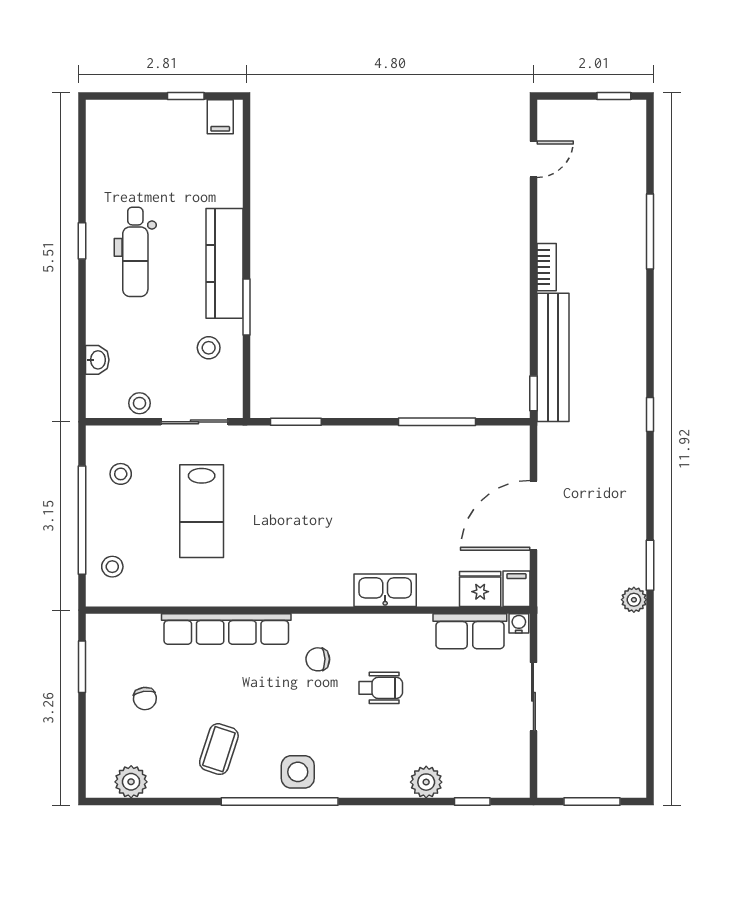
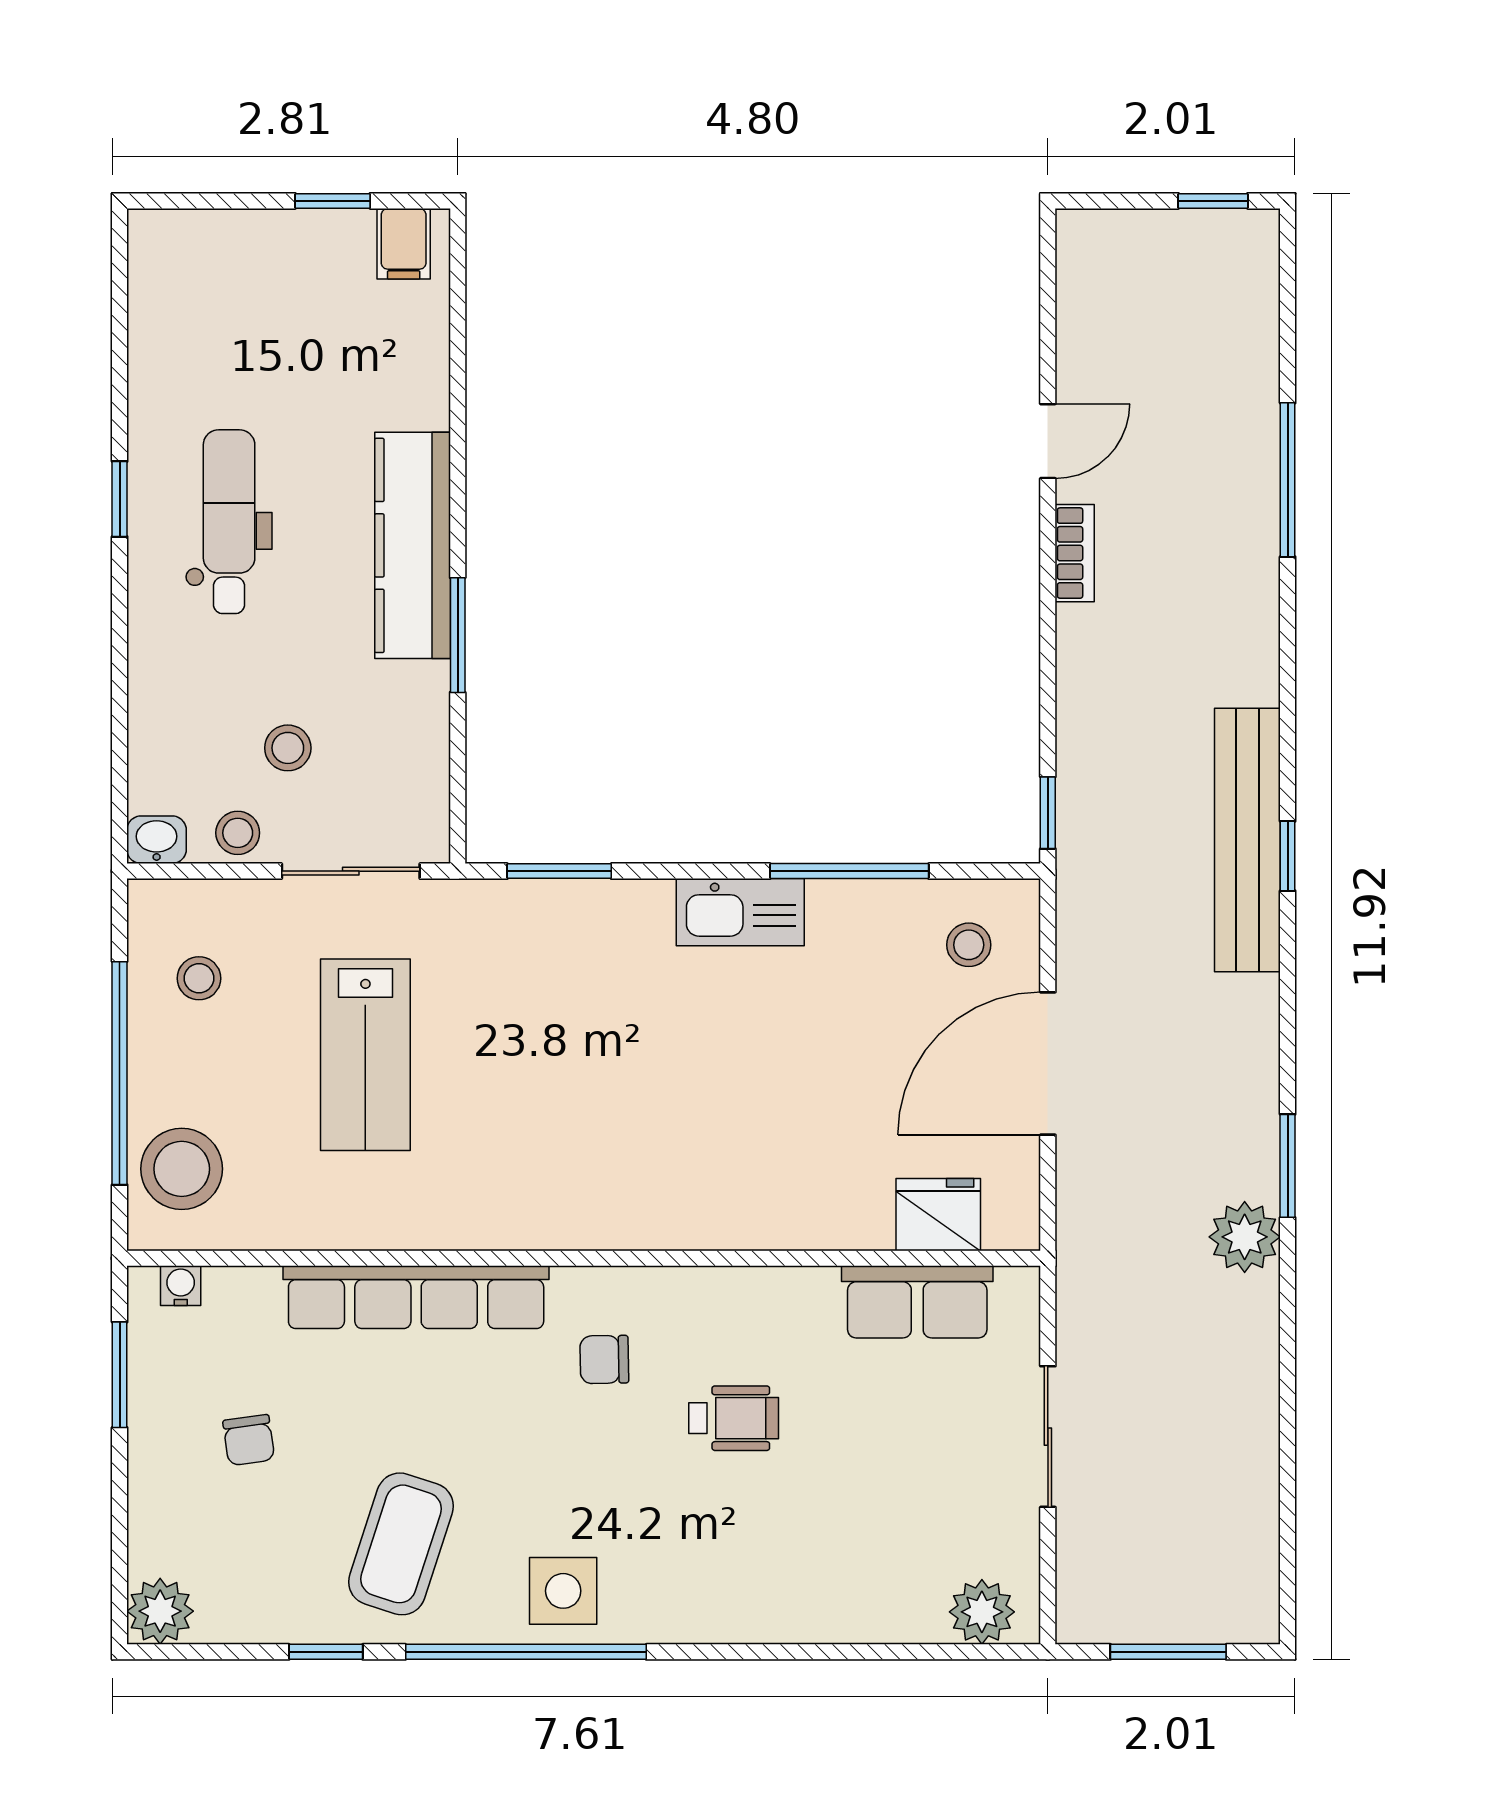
door: (533, 159) -> (1048, 441), moved
dental chair: (135, 252) -> (229, 522), turned 180
stool: (209, 348) -> (288, 748), moved
bench: (553, 357) -> (1247, 840), moved
washbasin: (97, 360) -> (157, 840), moved, turned -90
stool: (495, 458) -> (969, 945), added
stool: (112, 567) -> (182, 1169), width x1.89, depth x1.89
filing cabinet: (516, 589) -> (1013, 1214), removed
kitchen sink: (385, 590) -> (740, 912), moved, turned 180
plant: (634, 600) -> (1245, 1237), width x1.38, depth x1.38
water cooler: (519, 623) -> (181, 1286), moved
coffee table: (219, 749) -> (401, 1544), width x1.36, depth x1.30
plant: (131, 782) -> (160, 1611), moved
plant: (426, 782) -> (982, 1612), moved
window: (472, 801) -> (326, 1652), moved

